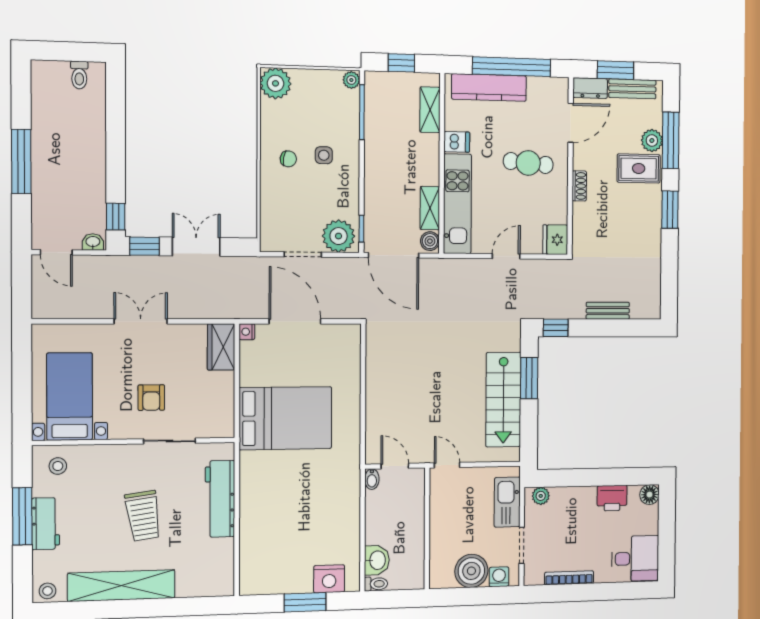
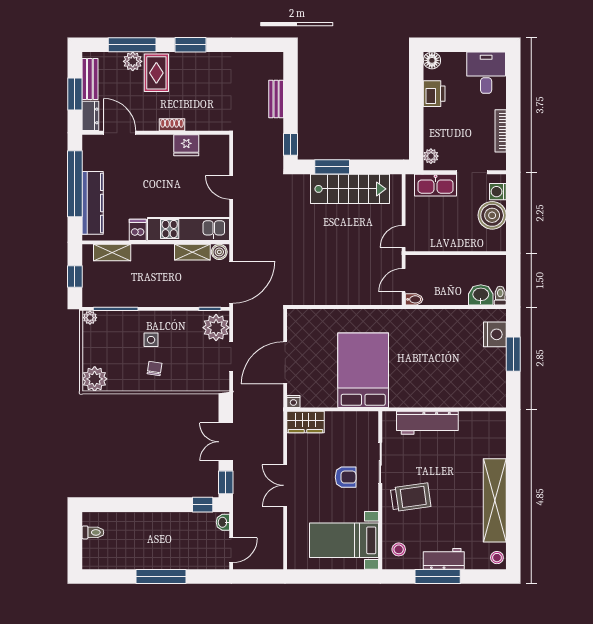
cafe table: (528, 163) -> (154, 169), removed
fridge: (555, 240) -> (186, 145), moved
trolley: (143, 516) -> (411, 497), moved

